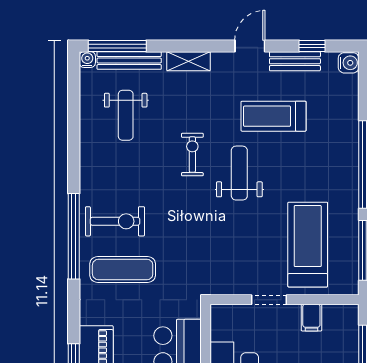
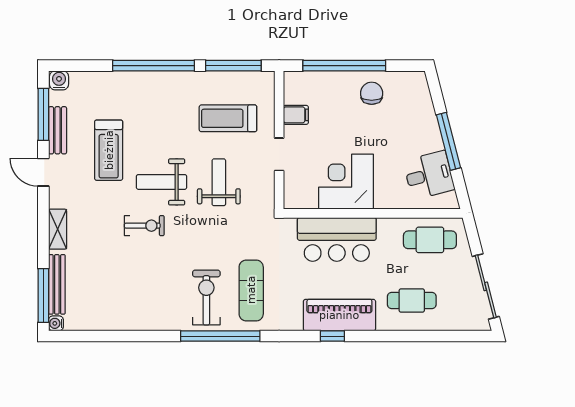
window: (312, 46) -> (43, 114), width x2.17
weight bench: (126, 115) -> (219, 182), moved, turned -90
exercise bike: (192, 155) -> (144, 226), turned 180
treadmill: (308, 245) -> (228, 118), width x0.73, depth x0.73

